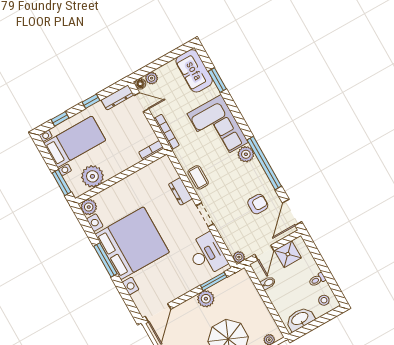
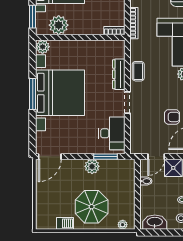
dresser: (180, 191) -> (119, 74), width x1.44
plant: (239, 257) -> (135, 149), removed

